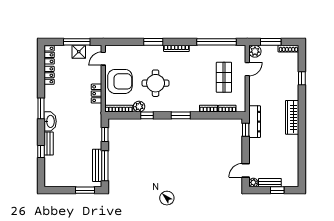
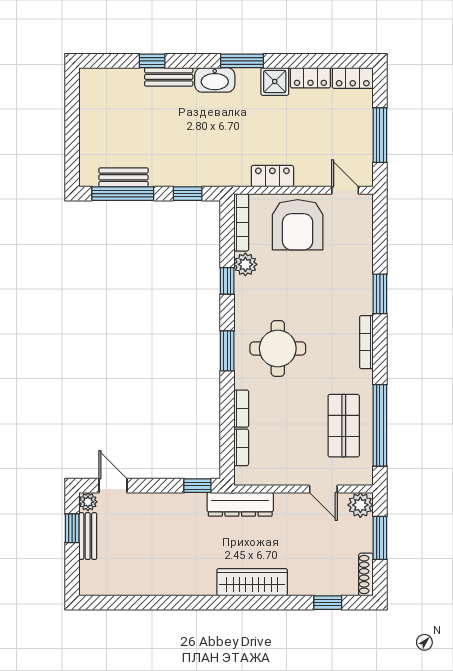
shower: (79, 52) -> (275, 82), moved
shop shelf: (224, 77) -> (344, 426), moved, turned 90
window: (302, 78) -> (328, 603), moved
round table: (156, 83) -> (278, 348), moved
wardrobe: (292, 117) -> (252, 582), moved
dresser: (255, 122) -> (240, 504), moved
bench: (97, 165) -> (124, 177), width x0.73
window: (85, 190) -> (72, 152), removed
window: (277, 190) -> (72, 528), moved

